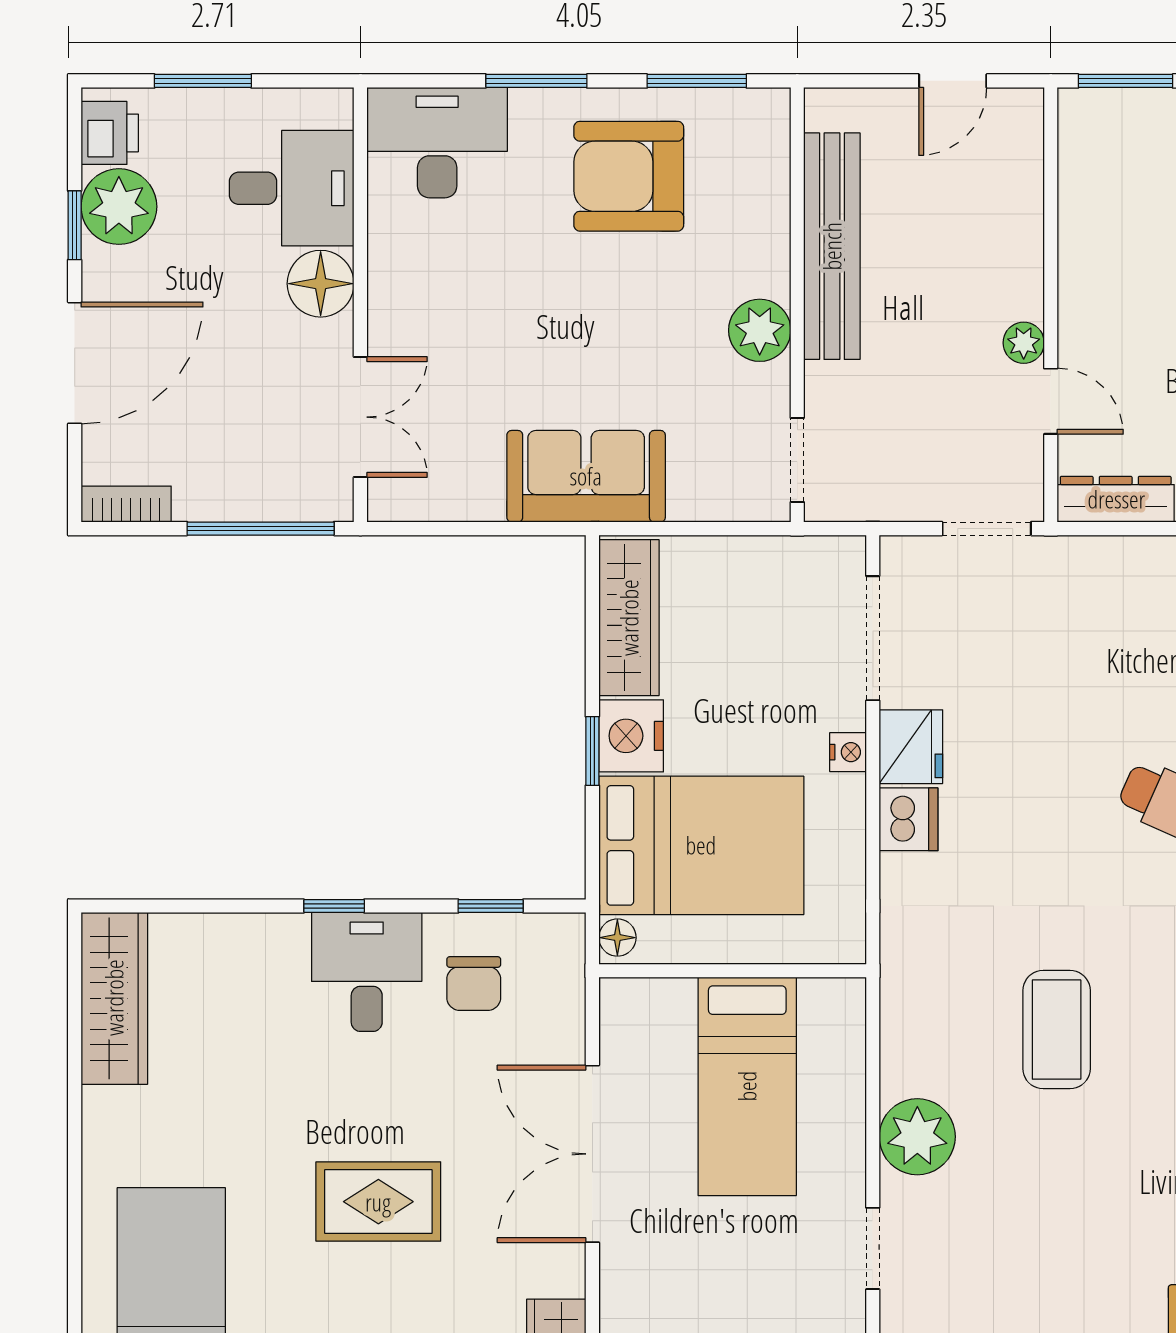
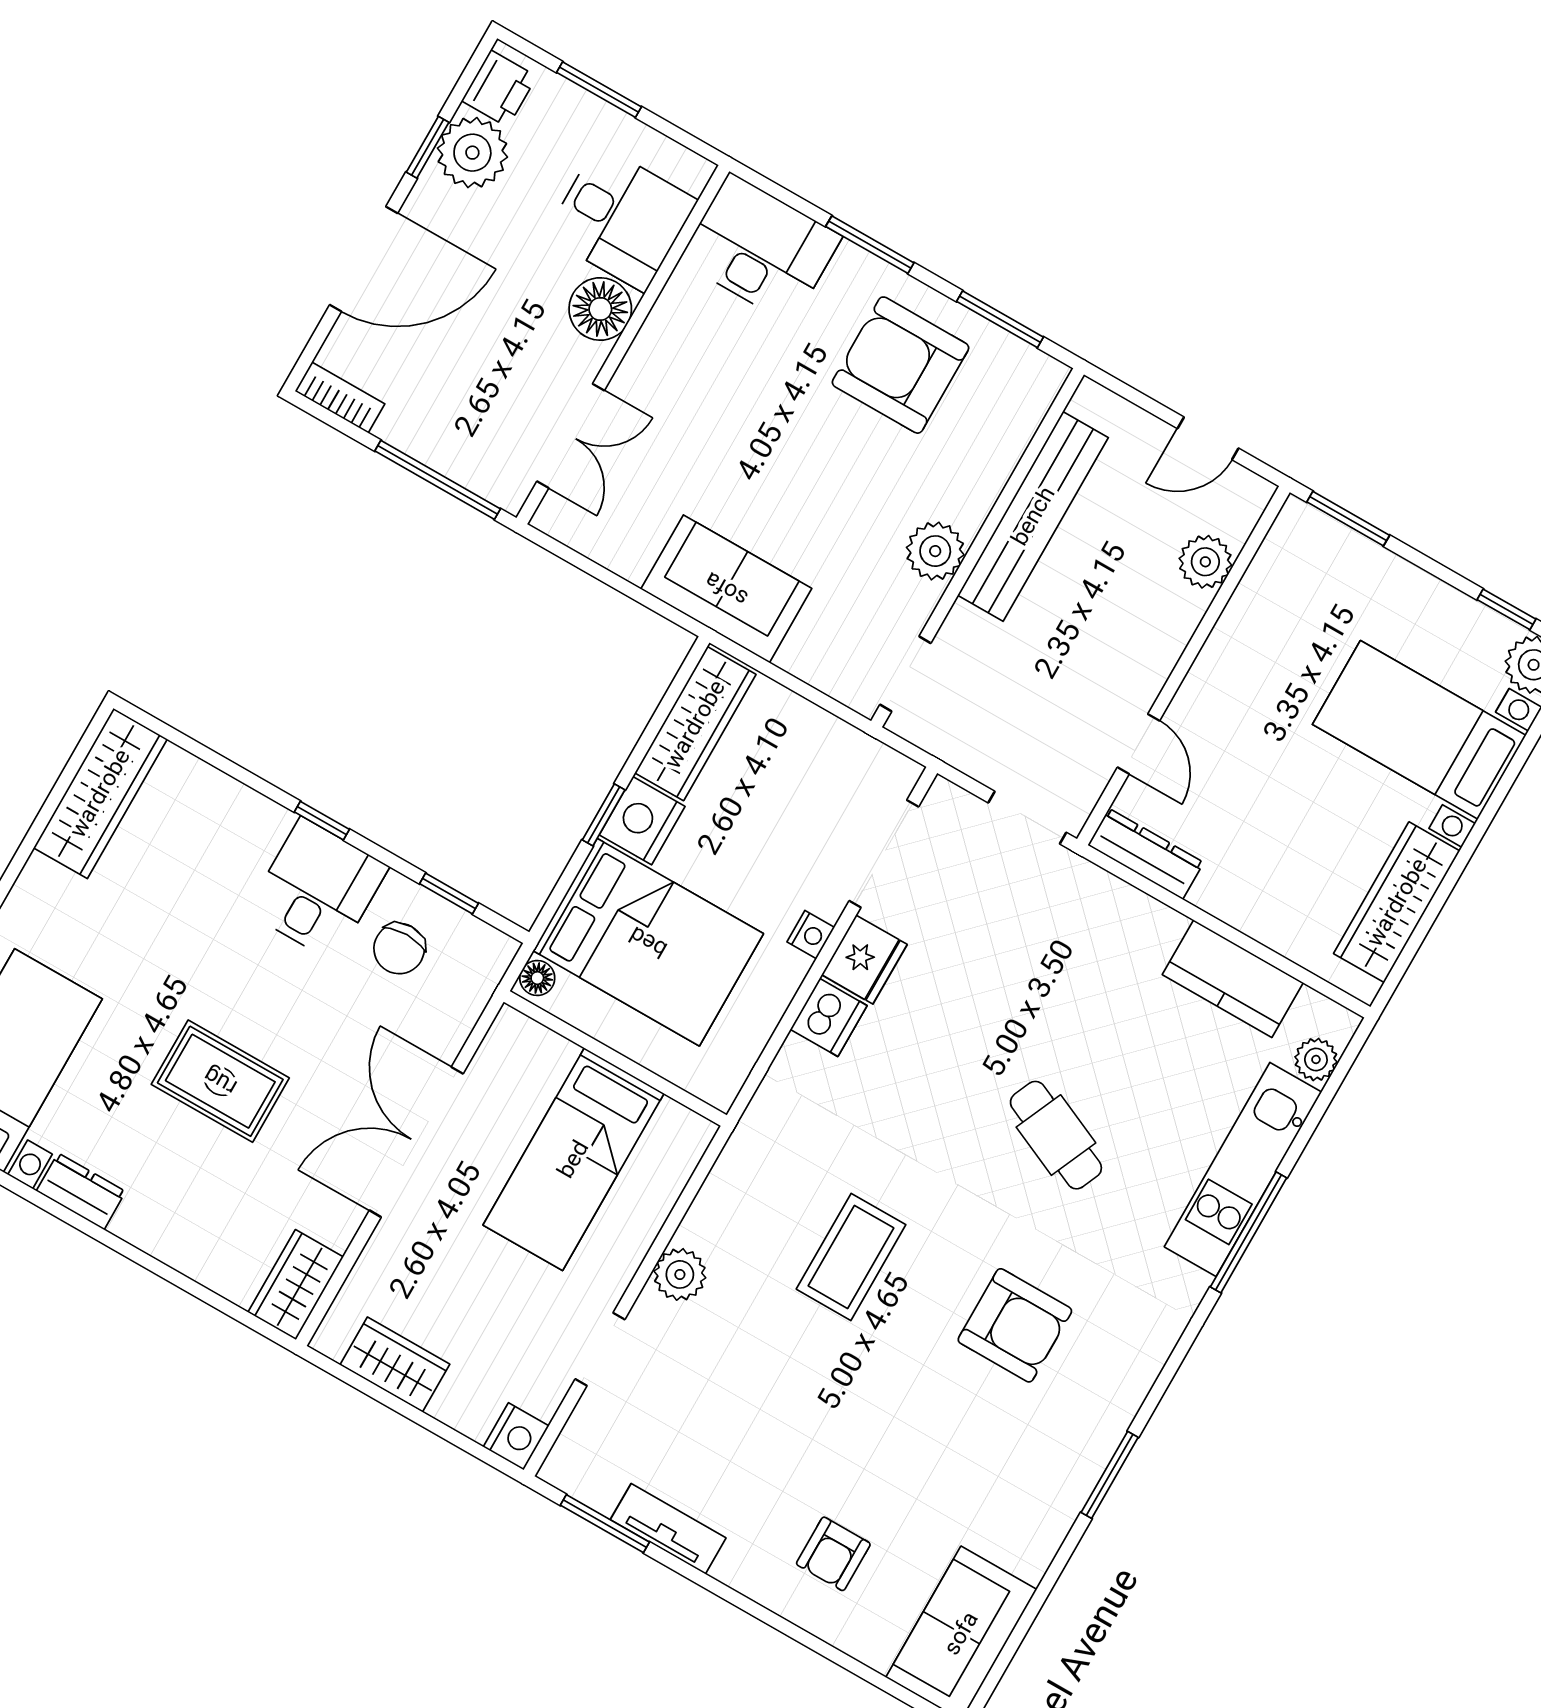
plant: (1024, 343) -> (1205, 562), moved, width x1.38, depth x1.38
plant: (917, 1137) -> (680, 1274), width x0.73, depth x0.73

